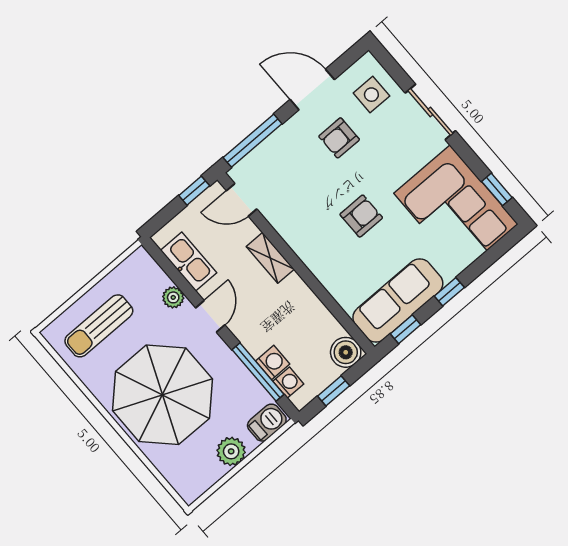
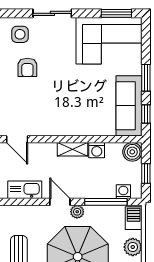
window: (497, 189) -> (116, 13), width x1.50
door: (242, 200) -> (17, 139), hinge flipped
armchair: (361, 216) -> (74, 89), removed
shelving: (270, 258) -> (72, 149), moved
window: (449, 292) -> (146, 78), width x1.50
plant: (173, 297) -> (77, 212), moved
washing machine: (273, 363) -> (97, 150), moved, turned 180

